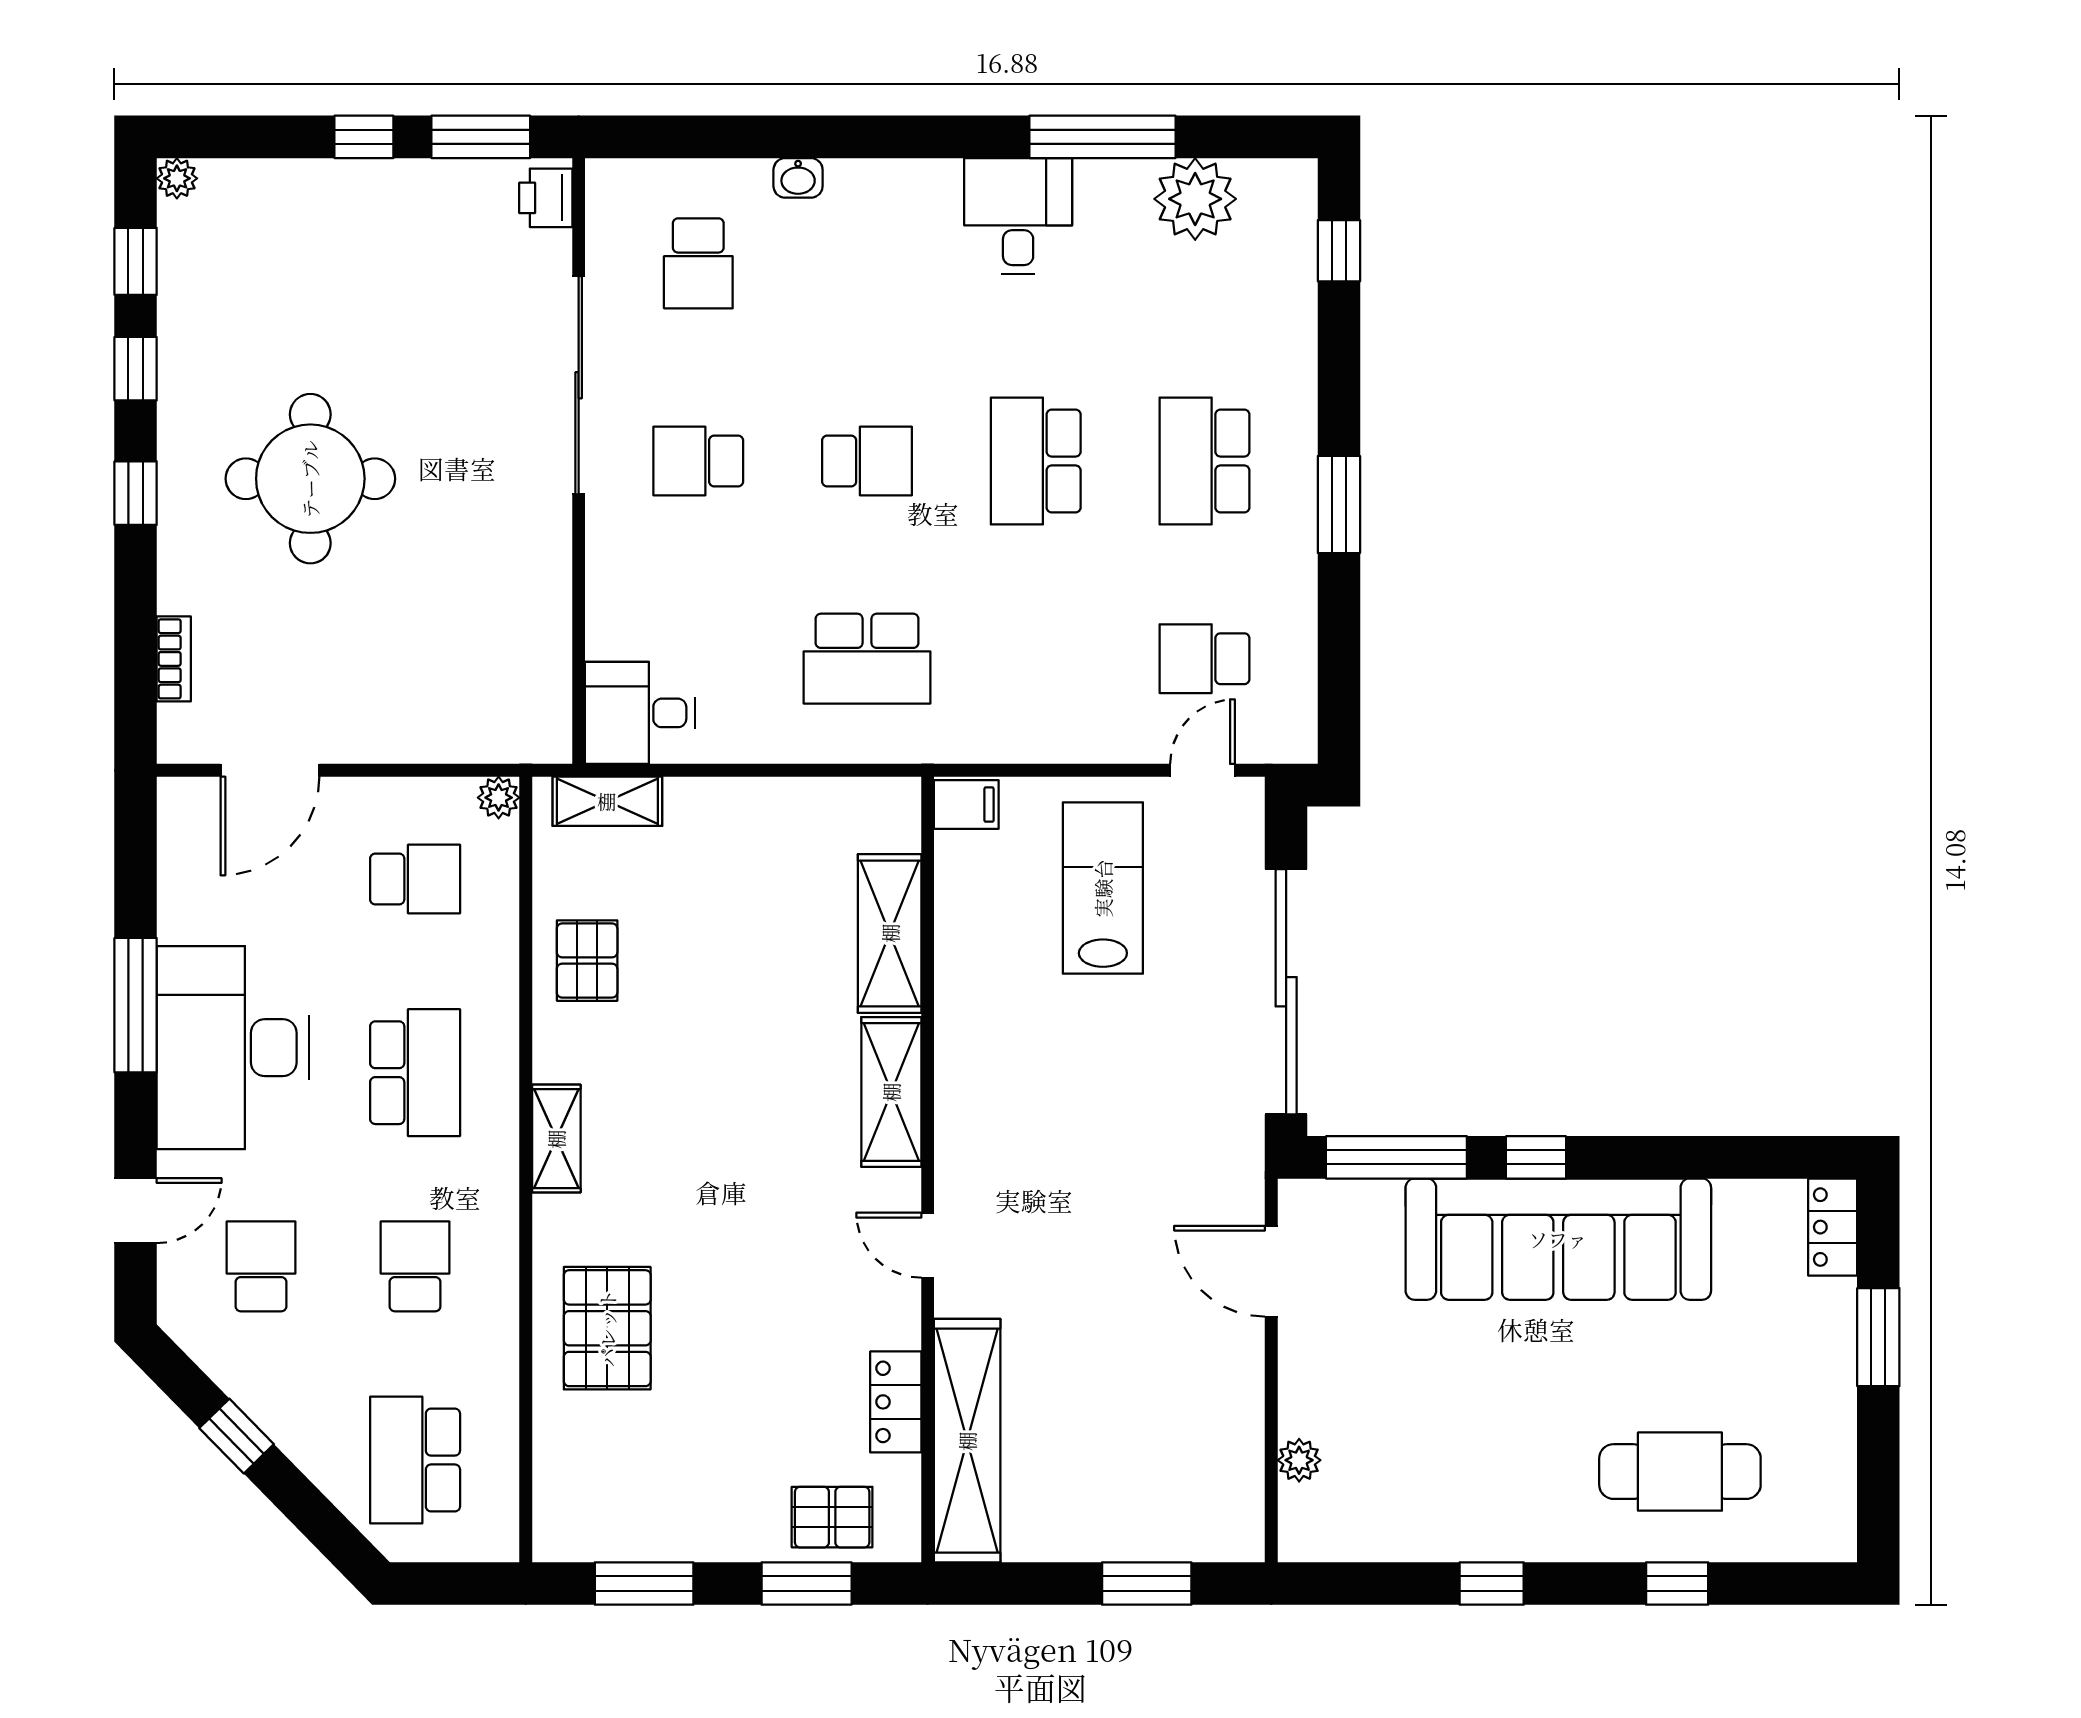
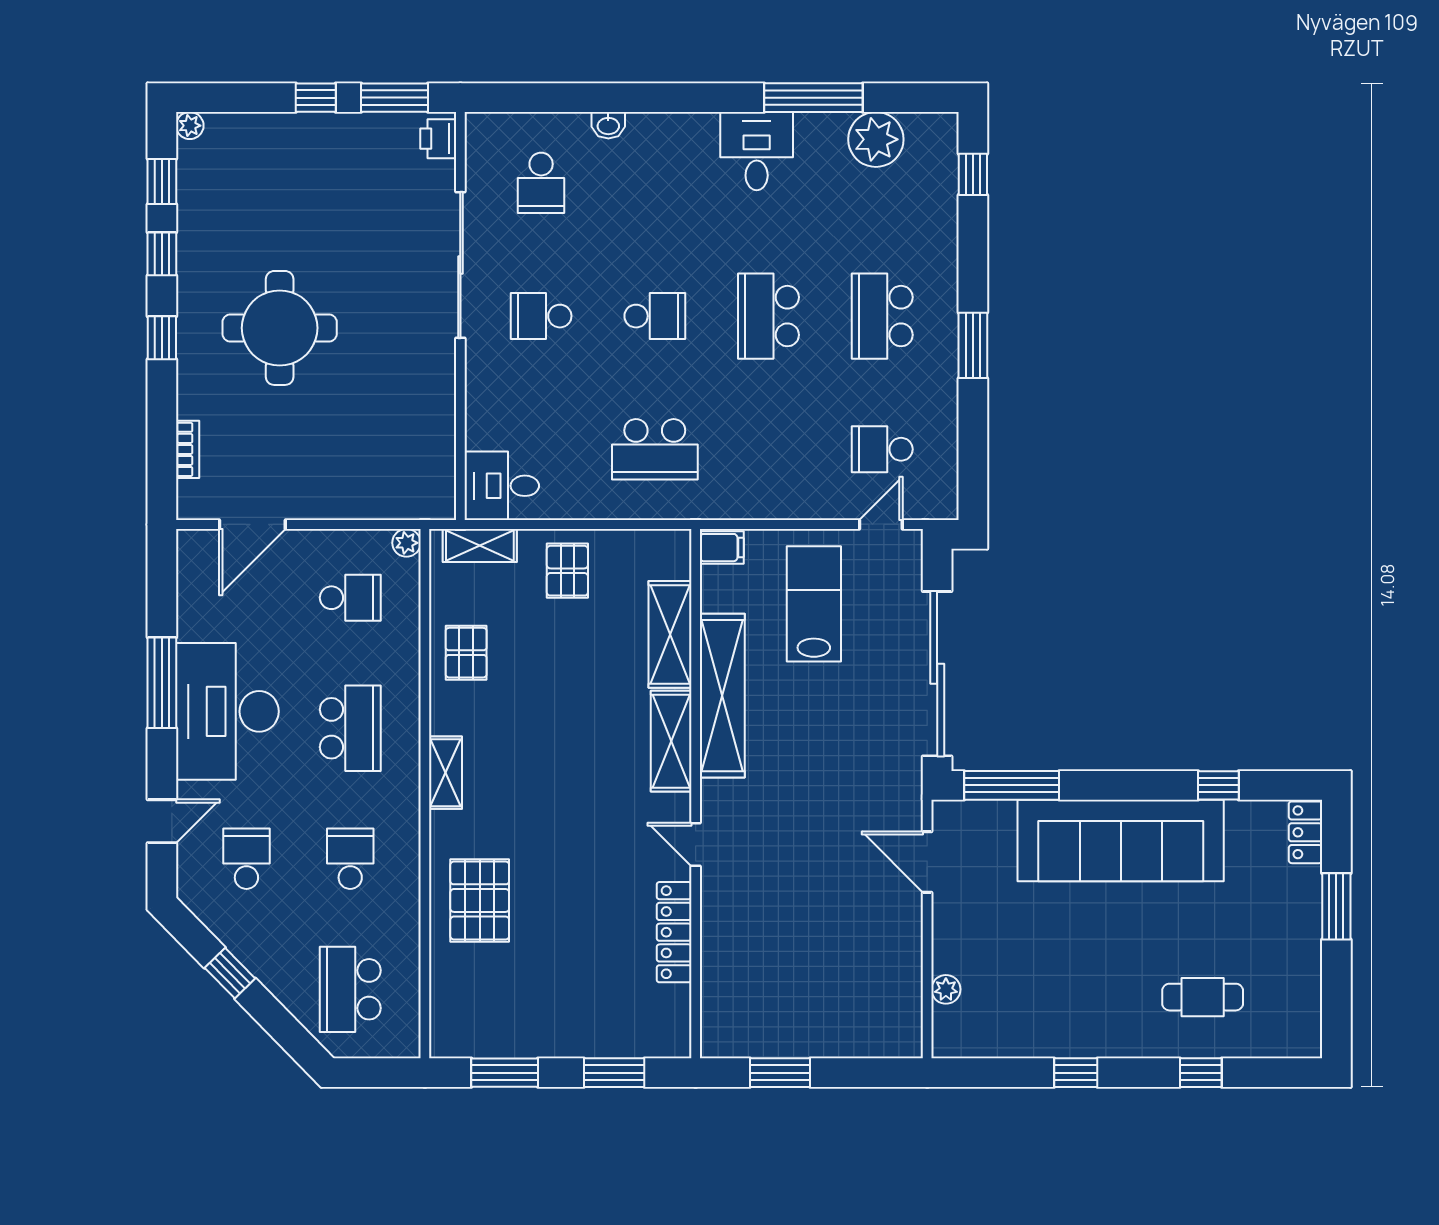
window: (1536, 1157) -> (1218, 785), moved
locker: (896, 1402) -> (674, 932), width x1.53
shelving: (967, 1441) -> (722, 696), moved
cafe table: (1680, 1472) -> (1203, 997), width x0.73, depth x0.74
pallet: (832, 1517) -> (567, 571), moved, turned 90
window: (1147, 1584) -> (780, 1073), moved

